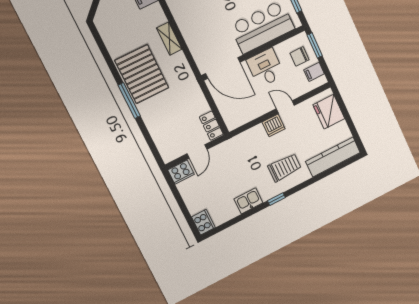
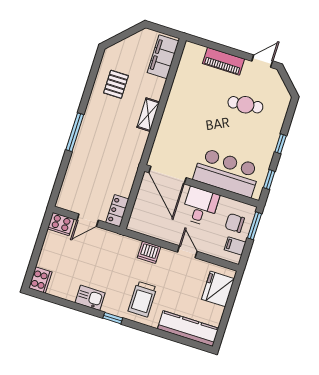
pallet: (142, 74) -> (116, 84), moved, width x0.49, depth x0.50
dishwasher: (274, 125) -> (149, 252), moved
trolley: (285, 167) -> (142, 299), turned 90

